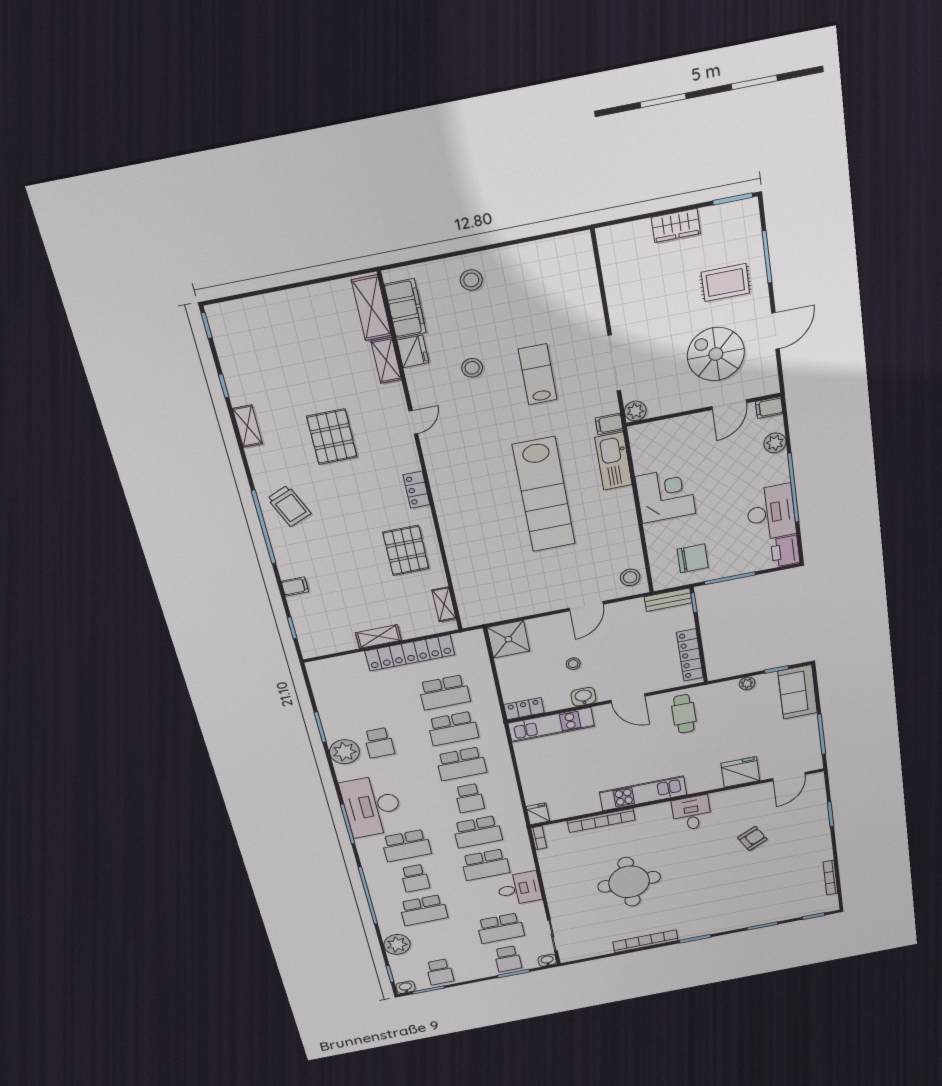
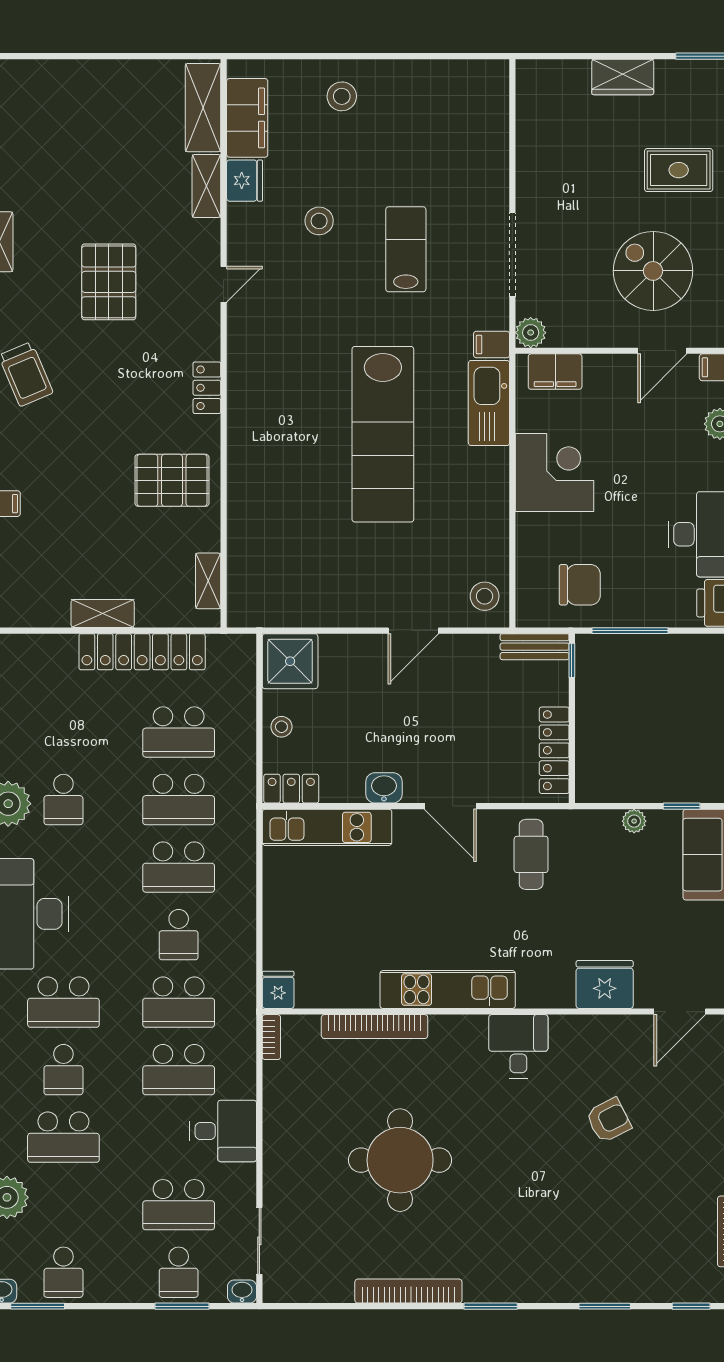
filing cabinet: (656, 432) -> (555, 372), added
pallet: (406, 550) -> (172, 480), turned 90
stool: (573, 664) -> (281, 727), moved

